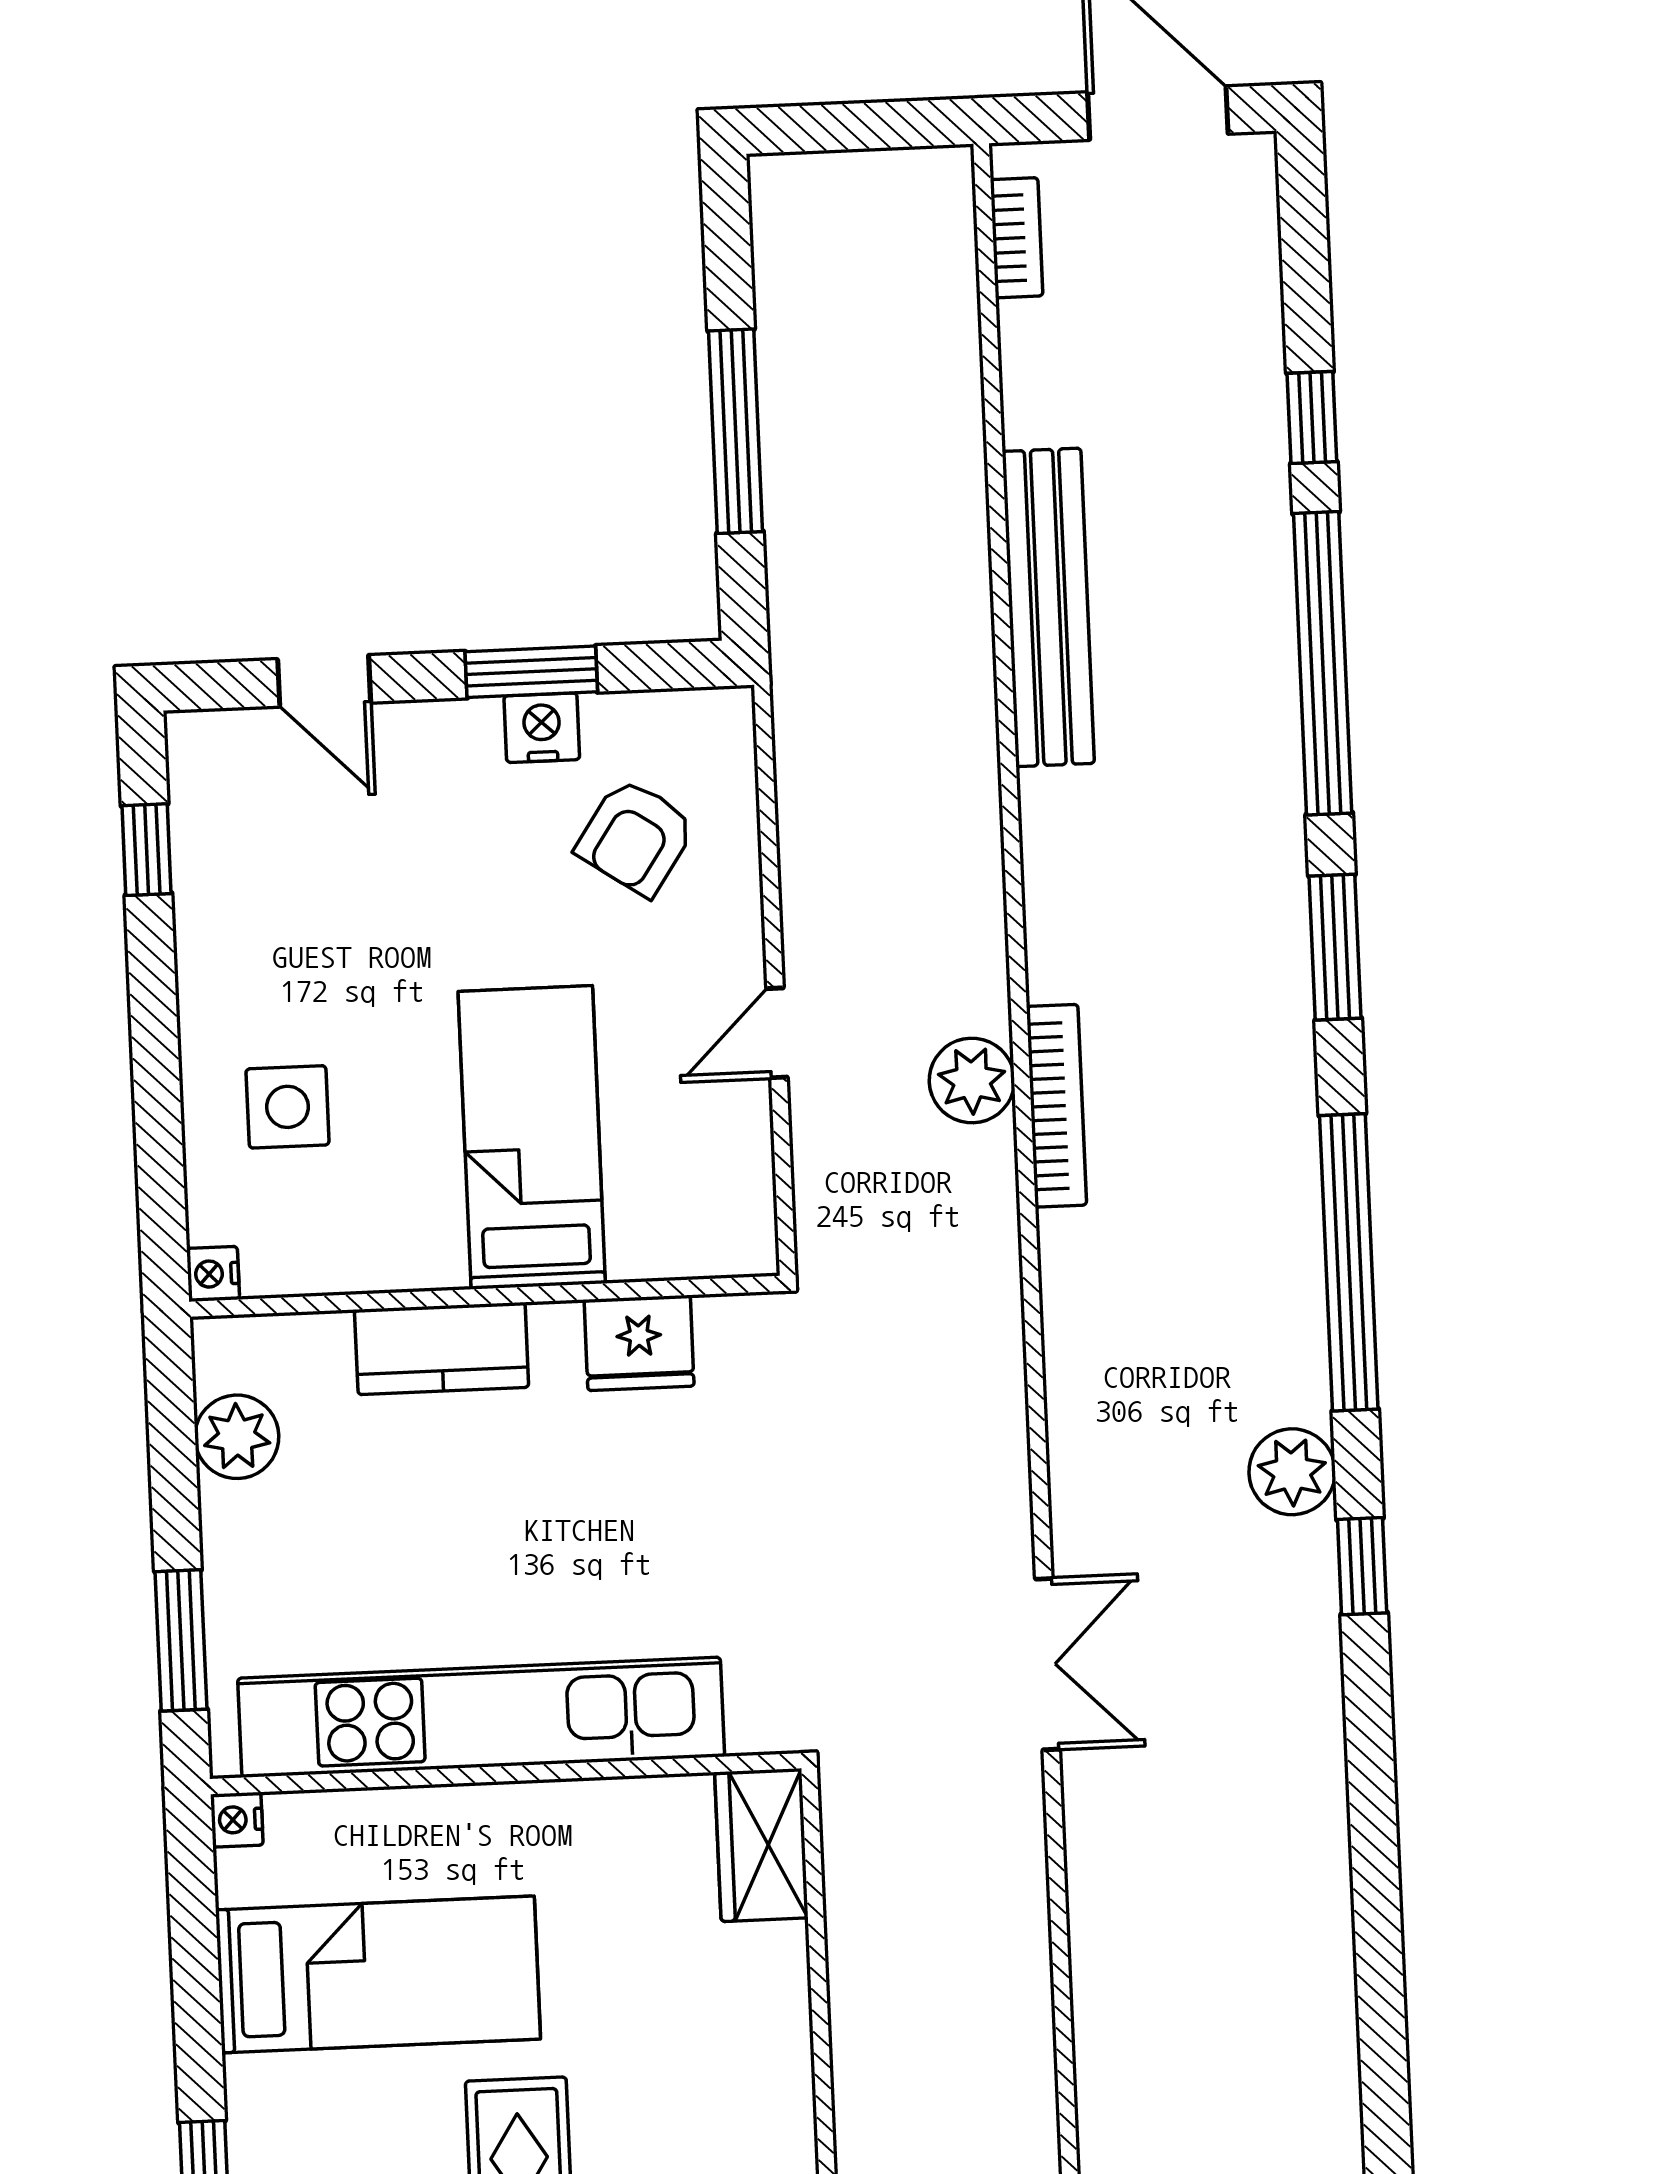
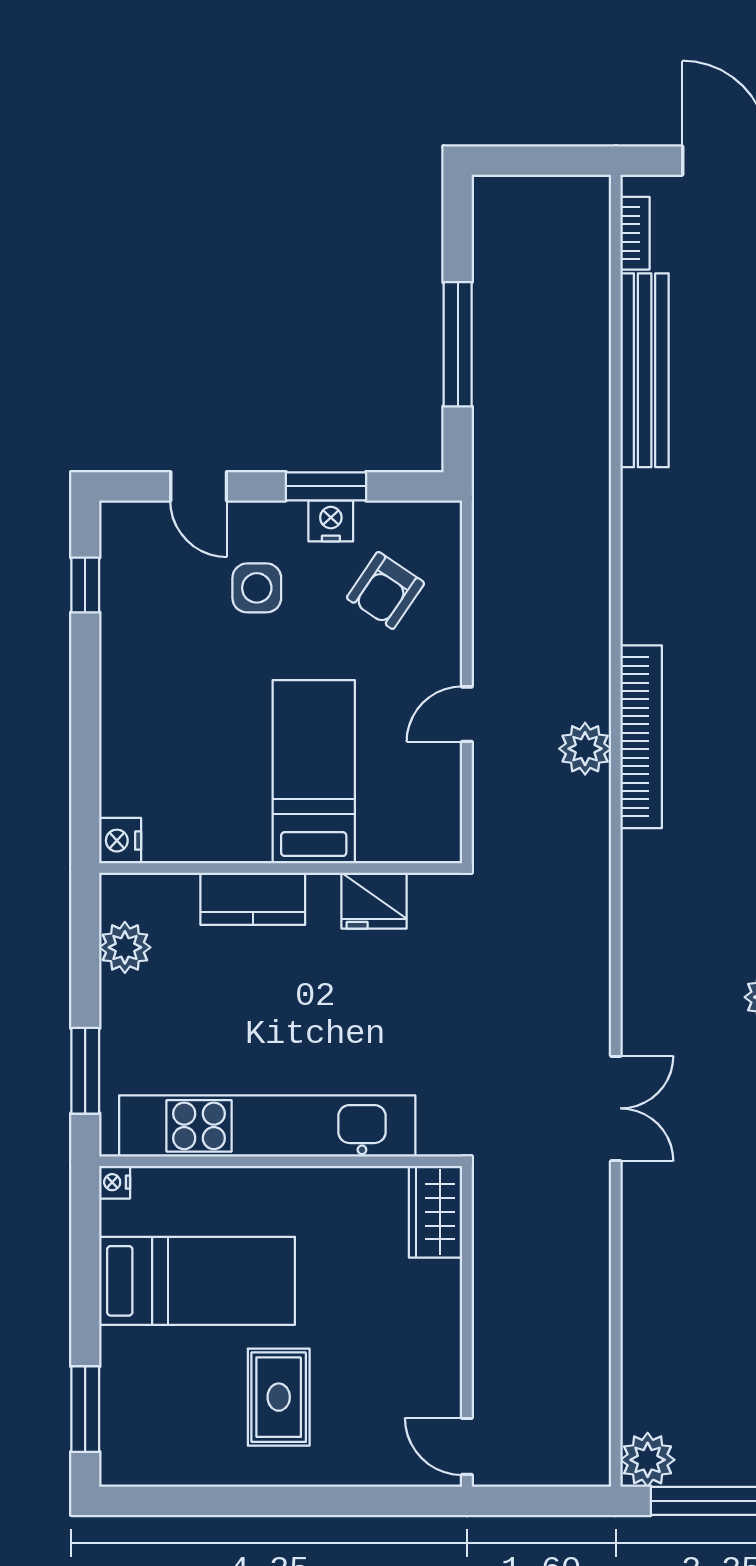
bench: (1048, 607) -> (645, 370), moved
bookcase: (1056, 1106) -> (641, 737), width x1.48, depth x1.31
side table: (288, 1107) -> (257, 588), moved
nightstand: (213, 1274) -> (120, 841), width x1.39, depth x1.35

